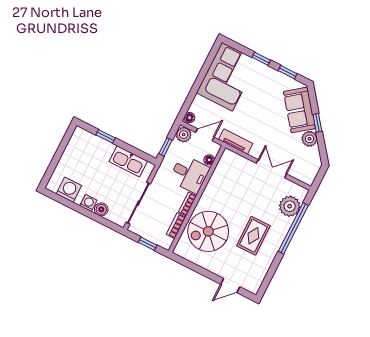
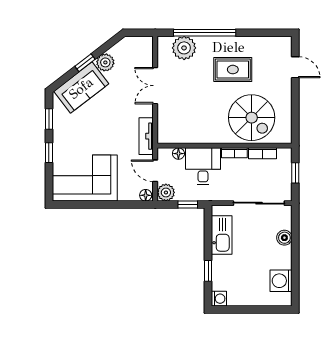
washing machine: (88, 203) -> (219, 299), moved, turned 180

